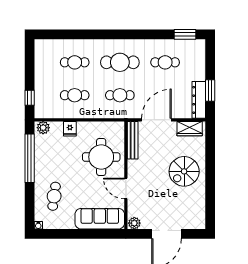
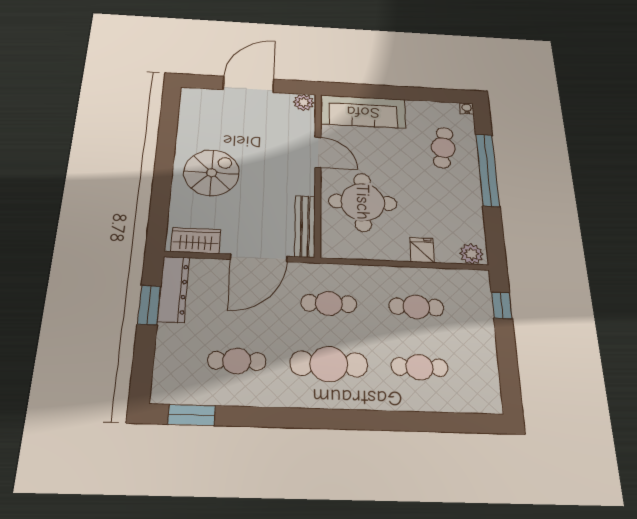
window: (30, 158) -> (488, 170), moved

